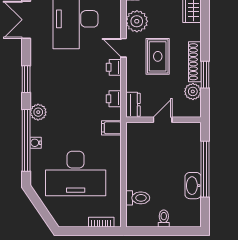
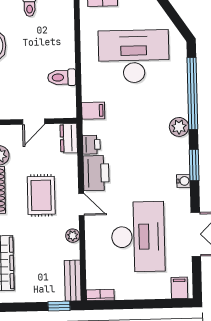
plant: (137, 21) -> (73, 236), width x0.53, depth x0.53
printer: (114, 67) -> (96, 173), width x1.87, depth x1.48
water cooler: (36, 143) -> (183, 181), moved
toilet: (138, 198) -> (62, 77), moved

